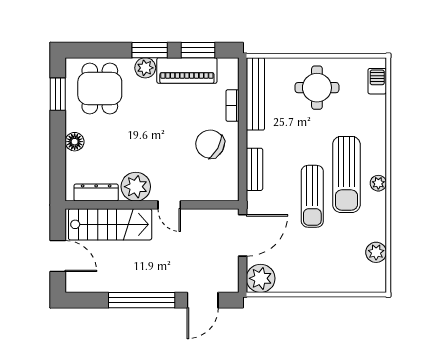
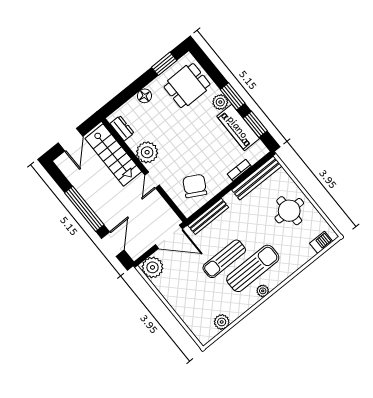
chair: (210, 144) -> (195, 186), moved
bench: (254, 169) -> (208, 216), width x1.36
sun lounger: (346, 174) -> (253, 268), turned 180
dresser: (96, 193) -> (122, 128), width x0.70
door: (203, 300) -> (113, 244), swing flipped

